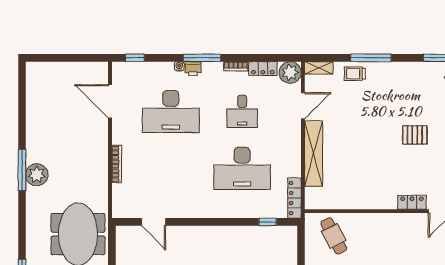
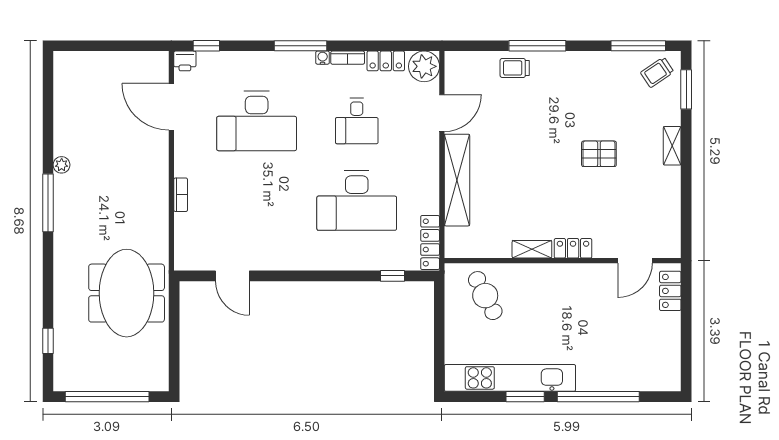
water cooler: (179, 66) -> (323, 58), moved
shelving: (319, 68) -> (532, 249), moved
printer: (193, 69) -> (185, 61), moved
bookcase: (117, 164) -> (181, 195), width x0.64
plant: (37, 175) -> (62, 165), moved, width x0.53, depth x0.53
locker: (412, 202) -> (573, 248), moved

